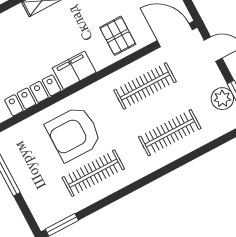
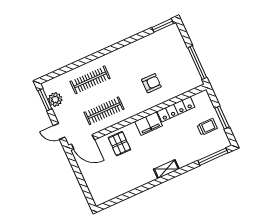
armchair: (74, 134) -> (151, 83), width x0.53, depth x0.53
clothes rail: (93, 173) -> (140, 57), removed

